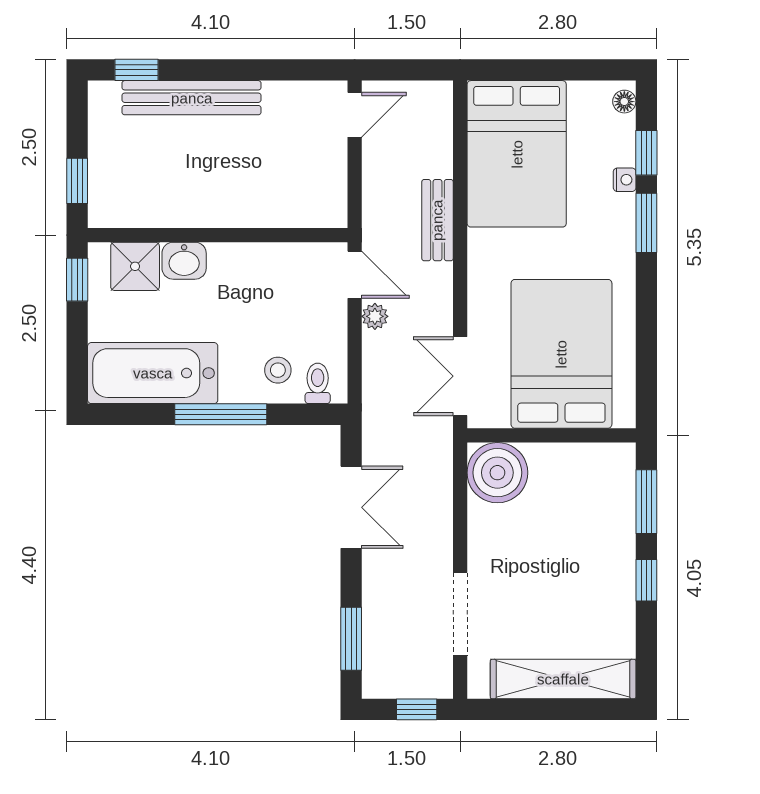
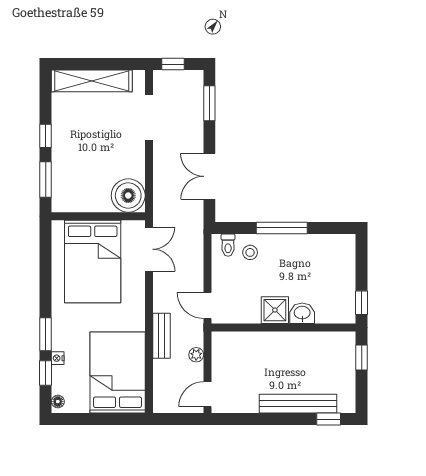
shower: (135, 266) -> (275, 310), moved
plant: (375, 316) -> (196, 355), moved
bathtub: (153, 373) -> (320, 251), removed

